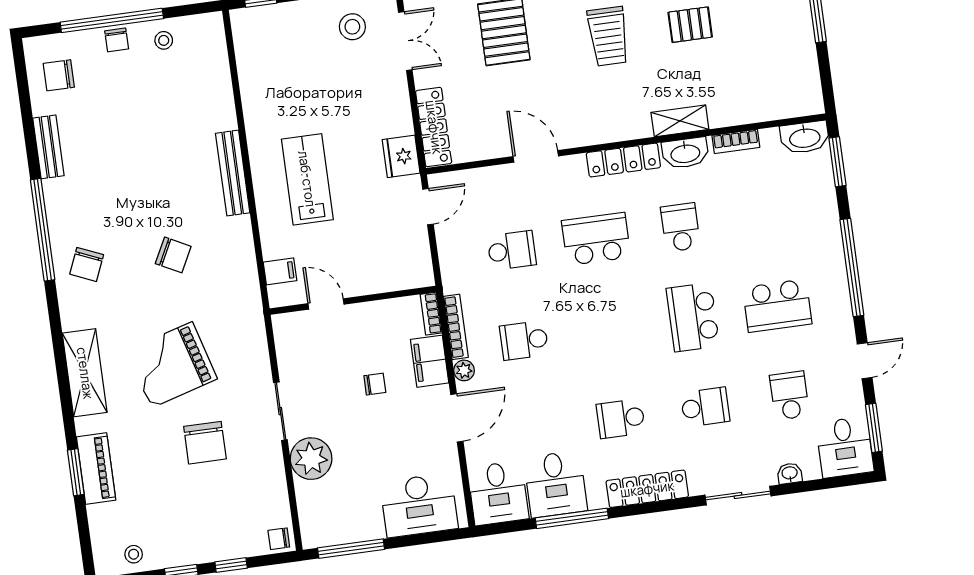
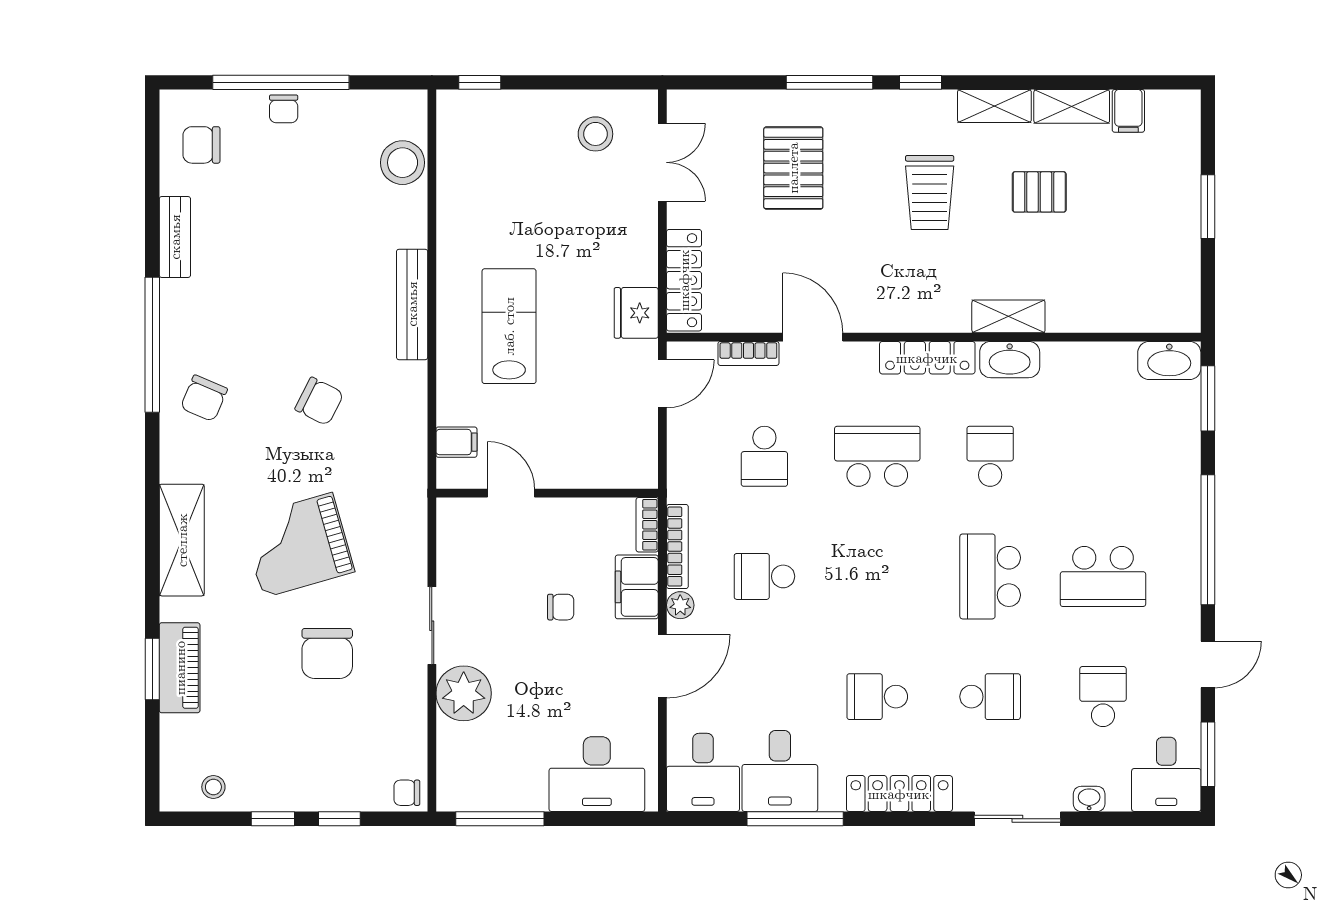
stool: (164, 40) -> (403, 163), moved, width x1.89, depth x1.89
bookcase: (736, 141) -> (748, 353), moved
school desk: (512, 250) -> (764, 456), turned 90

